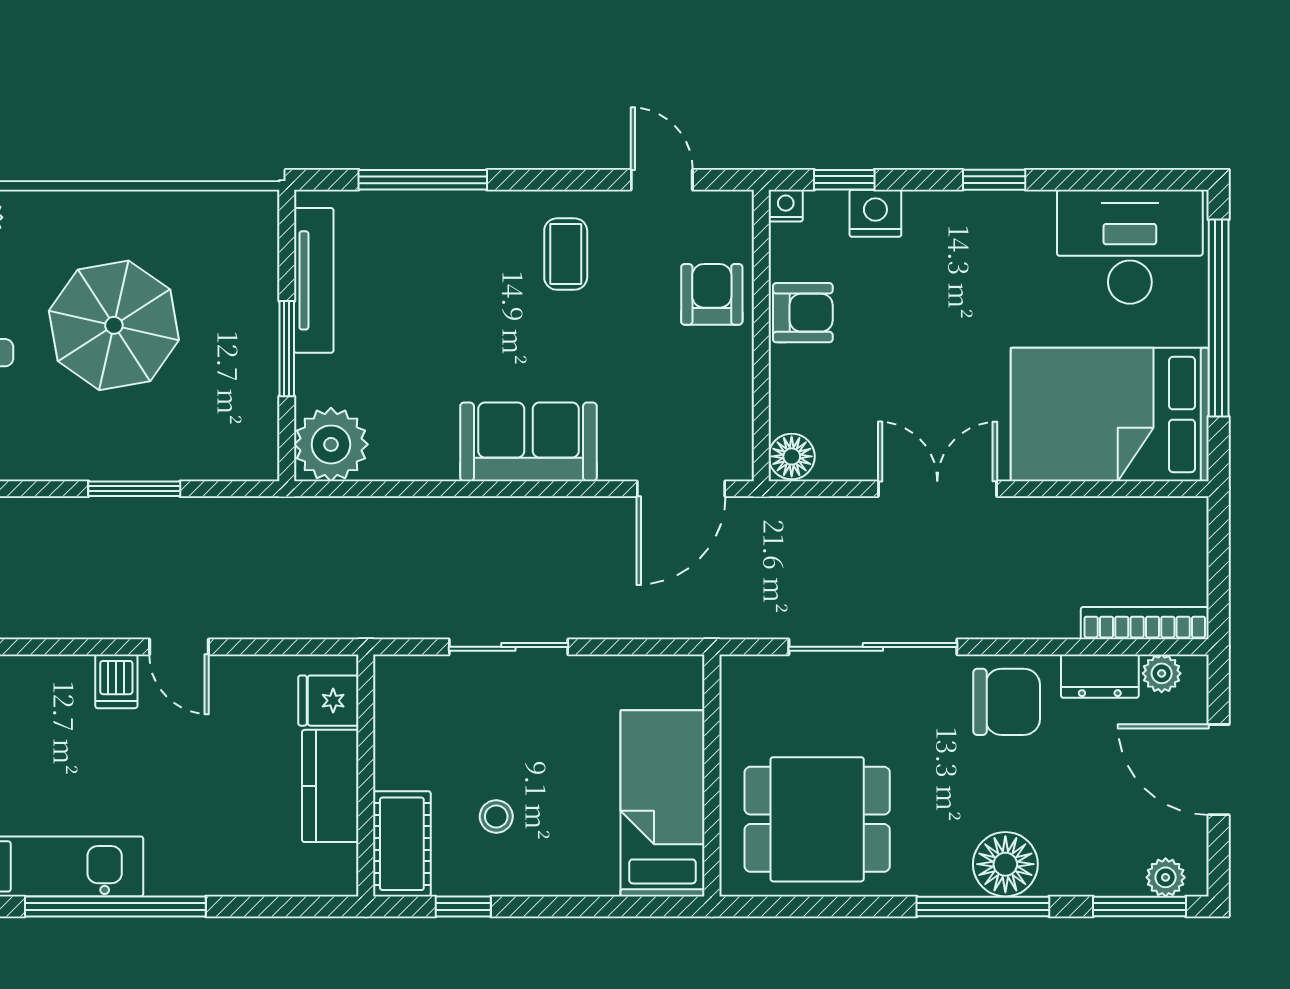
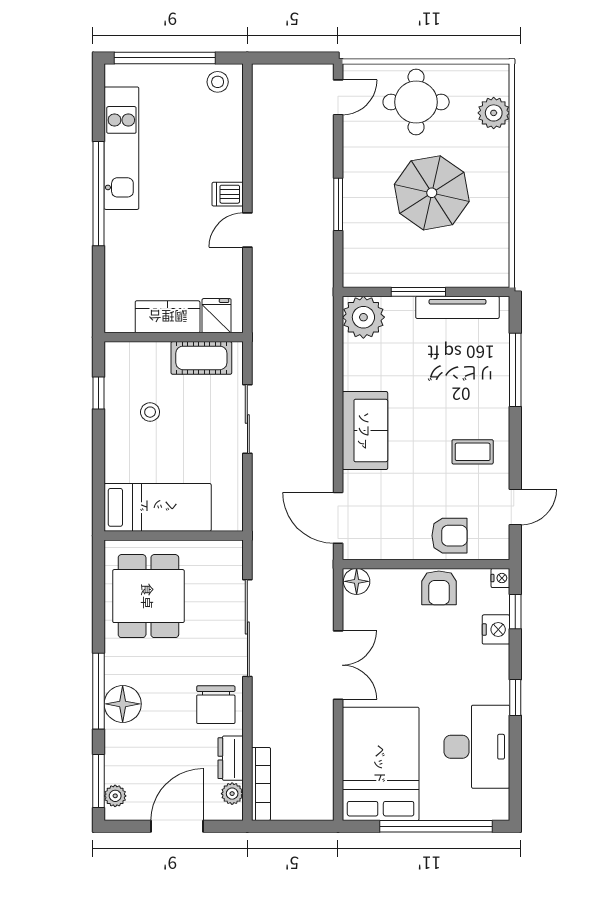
desk: (1130, 247) -> (477, 747), moved
cot: (402, 844) -> (201, 358), moved

